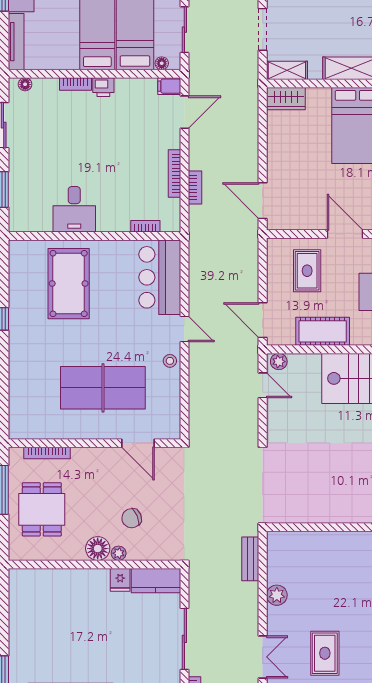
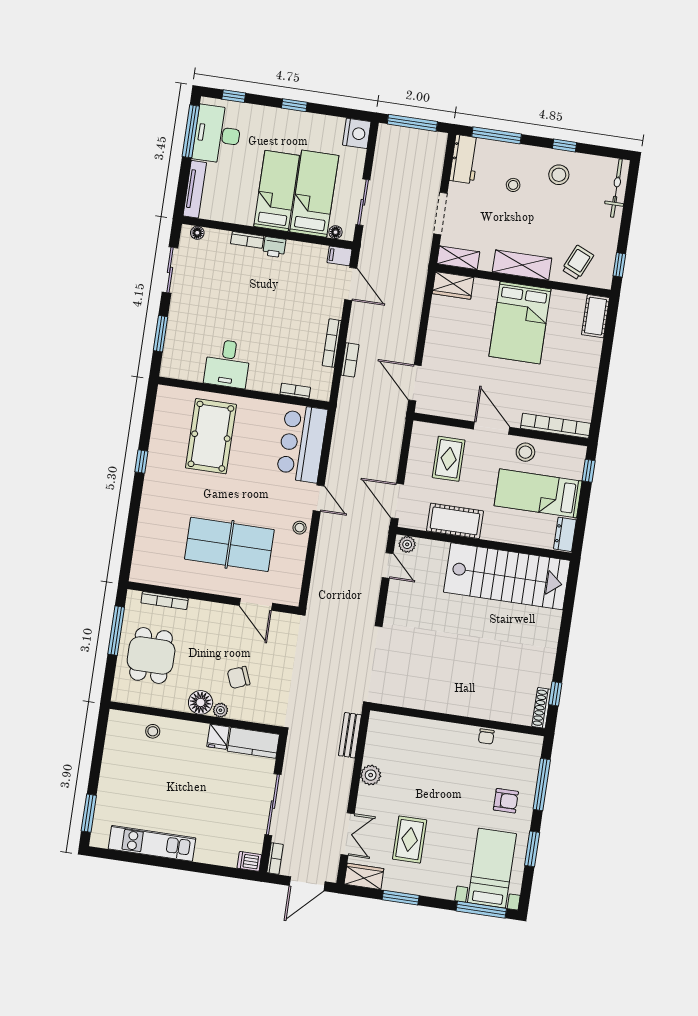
door: (184, 112) -> (351, 284), hinge flipped
stool: (55, 584) -> (153, 731), added

